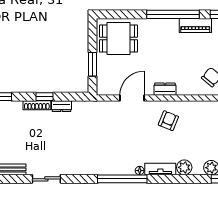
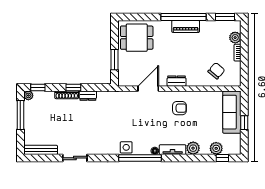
piano: (195, 25) -> (186, 26), moved
armchair: (168, 121) -> (179, 108), turned 68
side table: (106, 167) -> (126, 147), added

